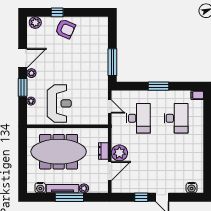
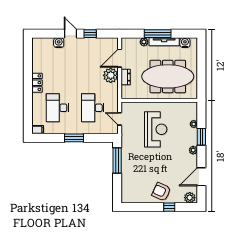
door: (23, 58) -> (201, 177), moved
reception desk: (59, 103) -> (156, 129), moved, turned 180
locker: (198, 145) -> (37, 83), added
water cooler: (192, 188) -> (59, 43), moved

